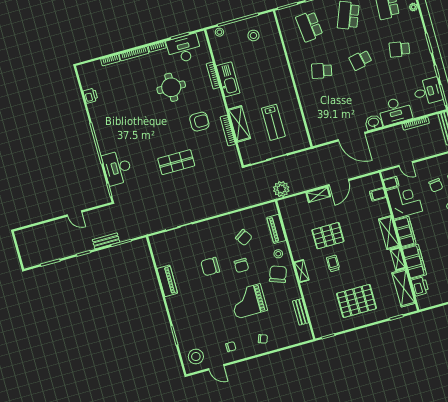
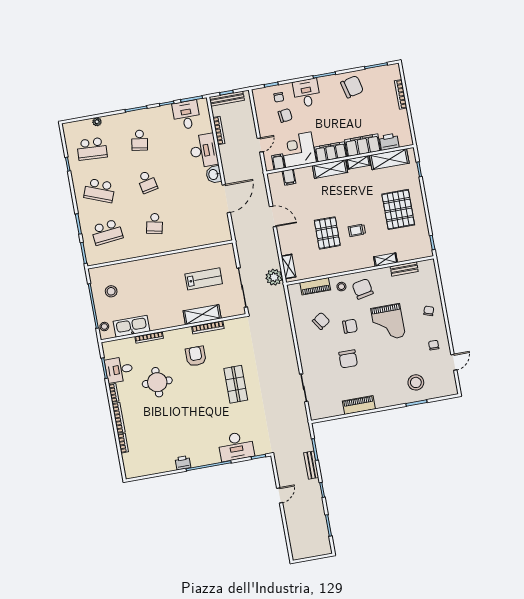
desk: (184, 49) -> (119, 370), width x0.73
kitchen sink: (228, 79) -> (131, 326), moved
printer: (91, 96) -> (183, 463), moved
shelving: (318, 195) -> (289, 267), moved
shelving: (302, 271) -> (386, 260), moved
chair: (278, 274) -> (363, 289), turned 59
stool: (196, 357) -> (416, 382), moved

